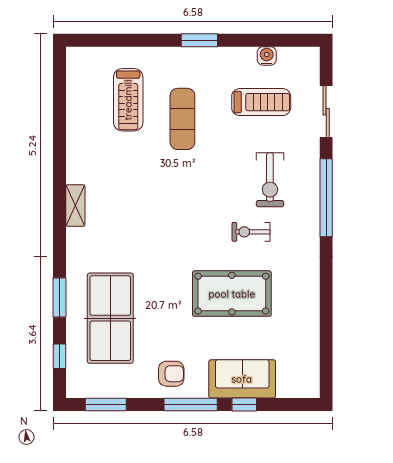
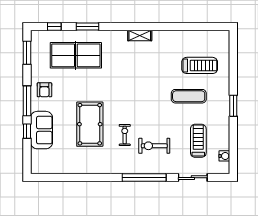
water cooler: (267, 56) -> (224, 156), moved
treadmill: (128, 100) -> (200, 65), turned 180
treadmill: (261, 102) -> (198, 141), turned 180

